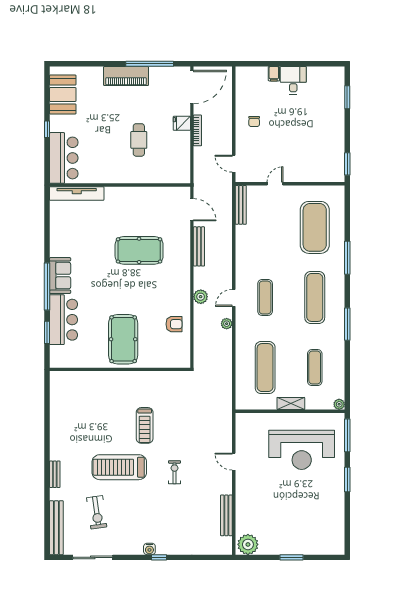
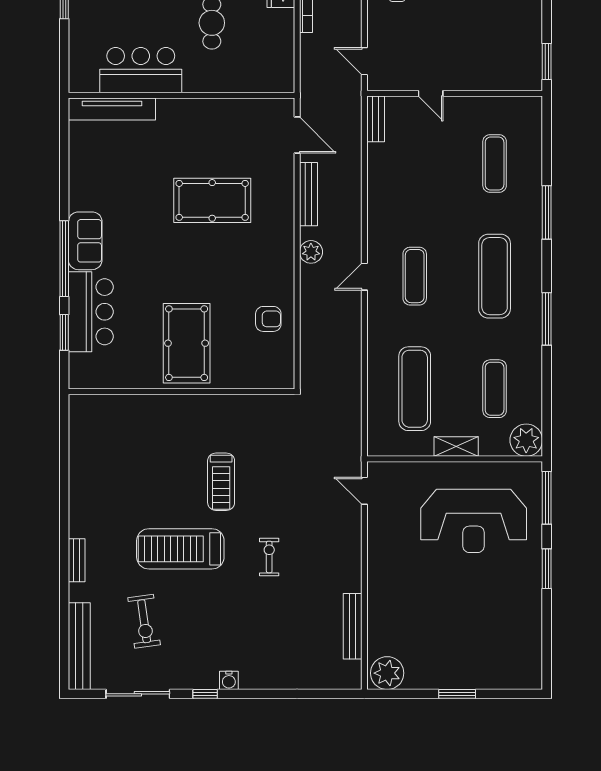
bar counter: (64, 158) -> (141, 70), moved, turned -90
door: (275, 184) -> (431, 93), swing flipped
bench: (241, 205) -> (376, 119), width x0.73
exercise mat: (315, 227) -> (495, 163), width x0.50, depth x0.69
plant: (201, 297) -> (311, 252), moved
plant: (227, 324) -> (353, 318), removed
plant: (339, 404) -> (526, 440), width x1.88, depth x1.88
door: (234, 462) -> (364, 491), moved
window: (159, 557) -> (205, 694), moved

